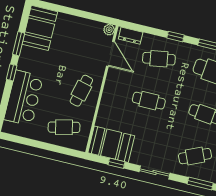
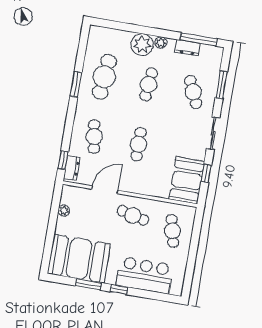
booth: (40, 28) -> (79, 259), width x1.36, depth x1.42
plant: (109, 30) -> (64, 211), moved
window: (176, 37) -> (63, 160), moved
door: (110, 54) -> (105, 190), moved

